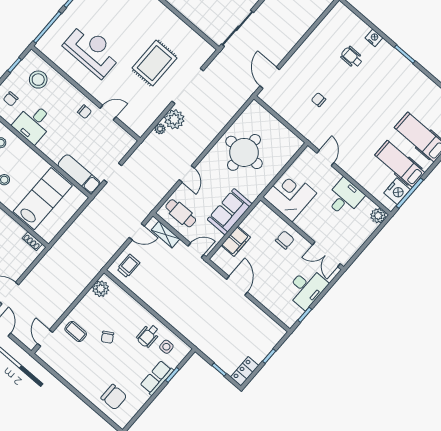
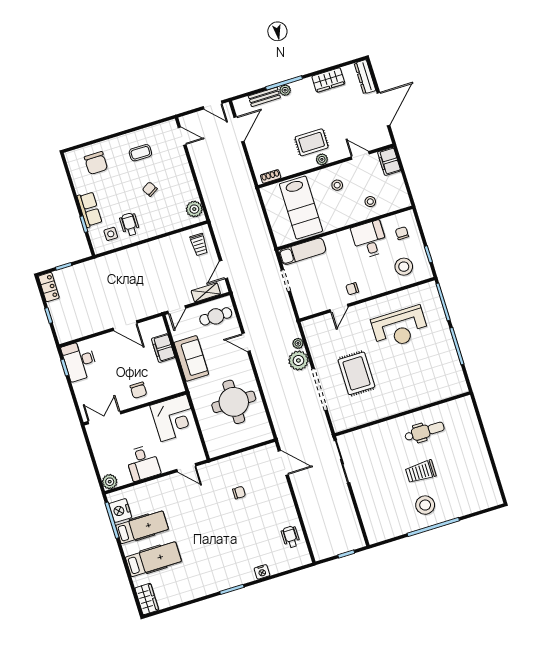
wheelchair: (352, 57) -> (291, 537), moved, turned -90
desk: (306, 288) -> (80, 361), moved
coffee table: (76, 332) -> (140, 153), moved
chair: (114, 397) -> (96, 163), turned -90

